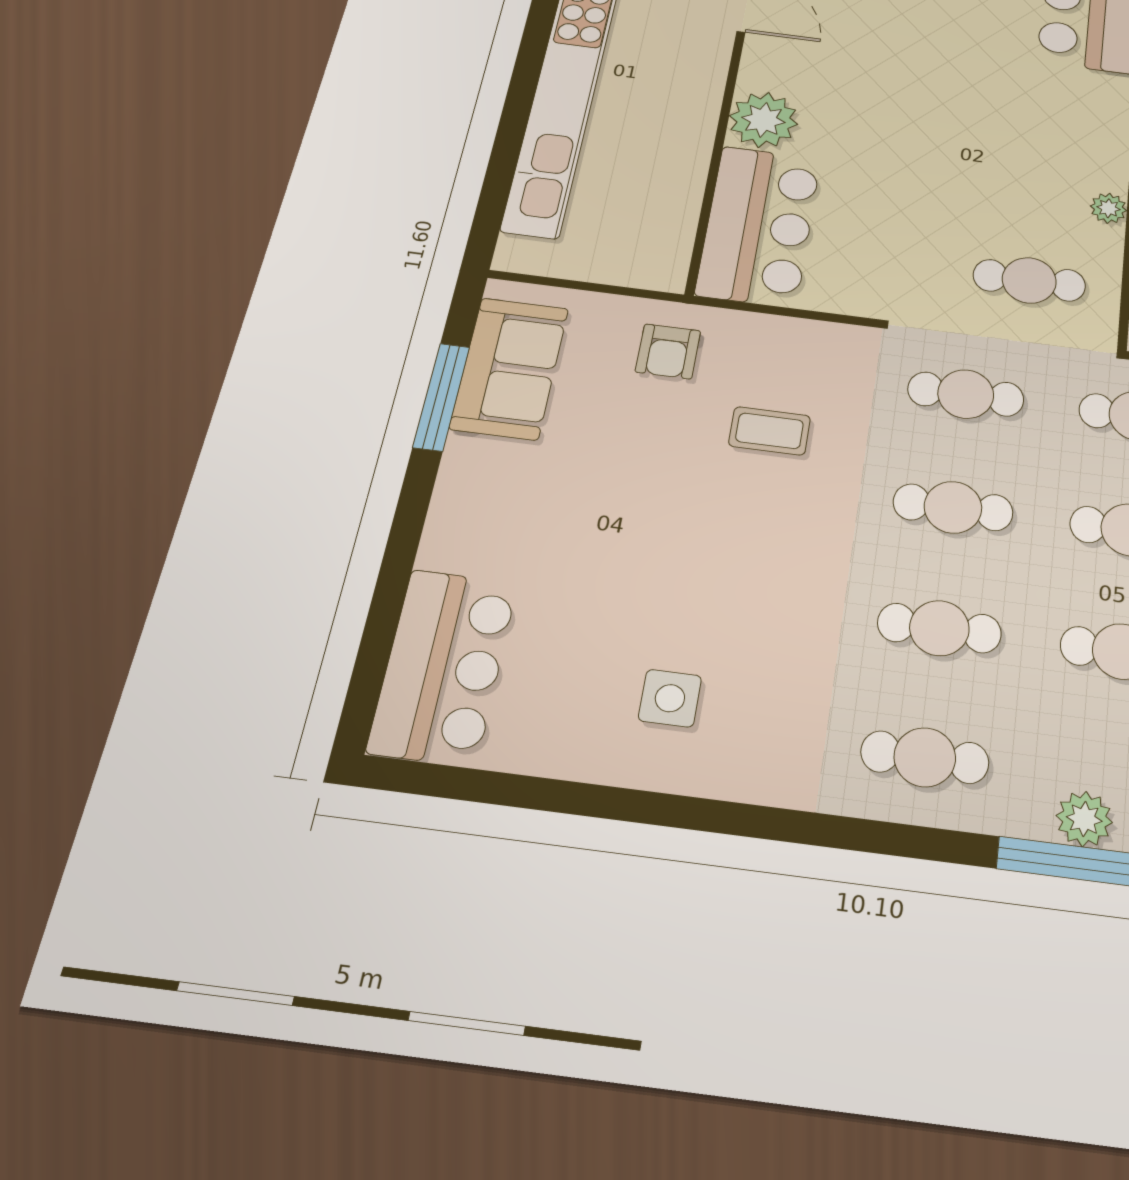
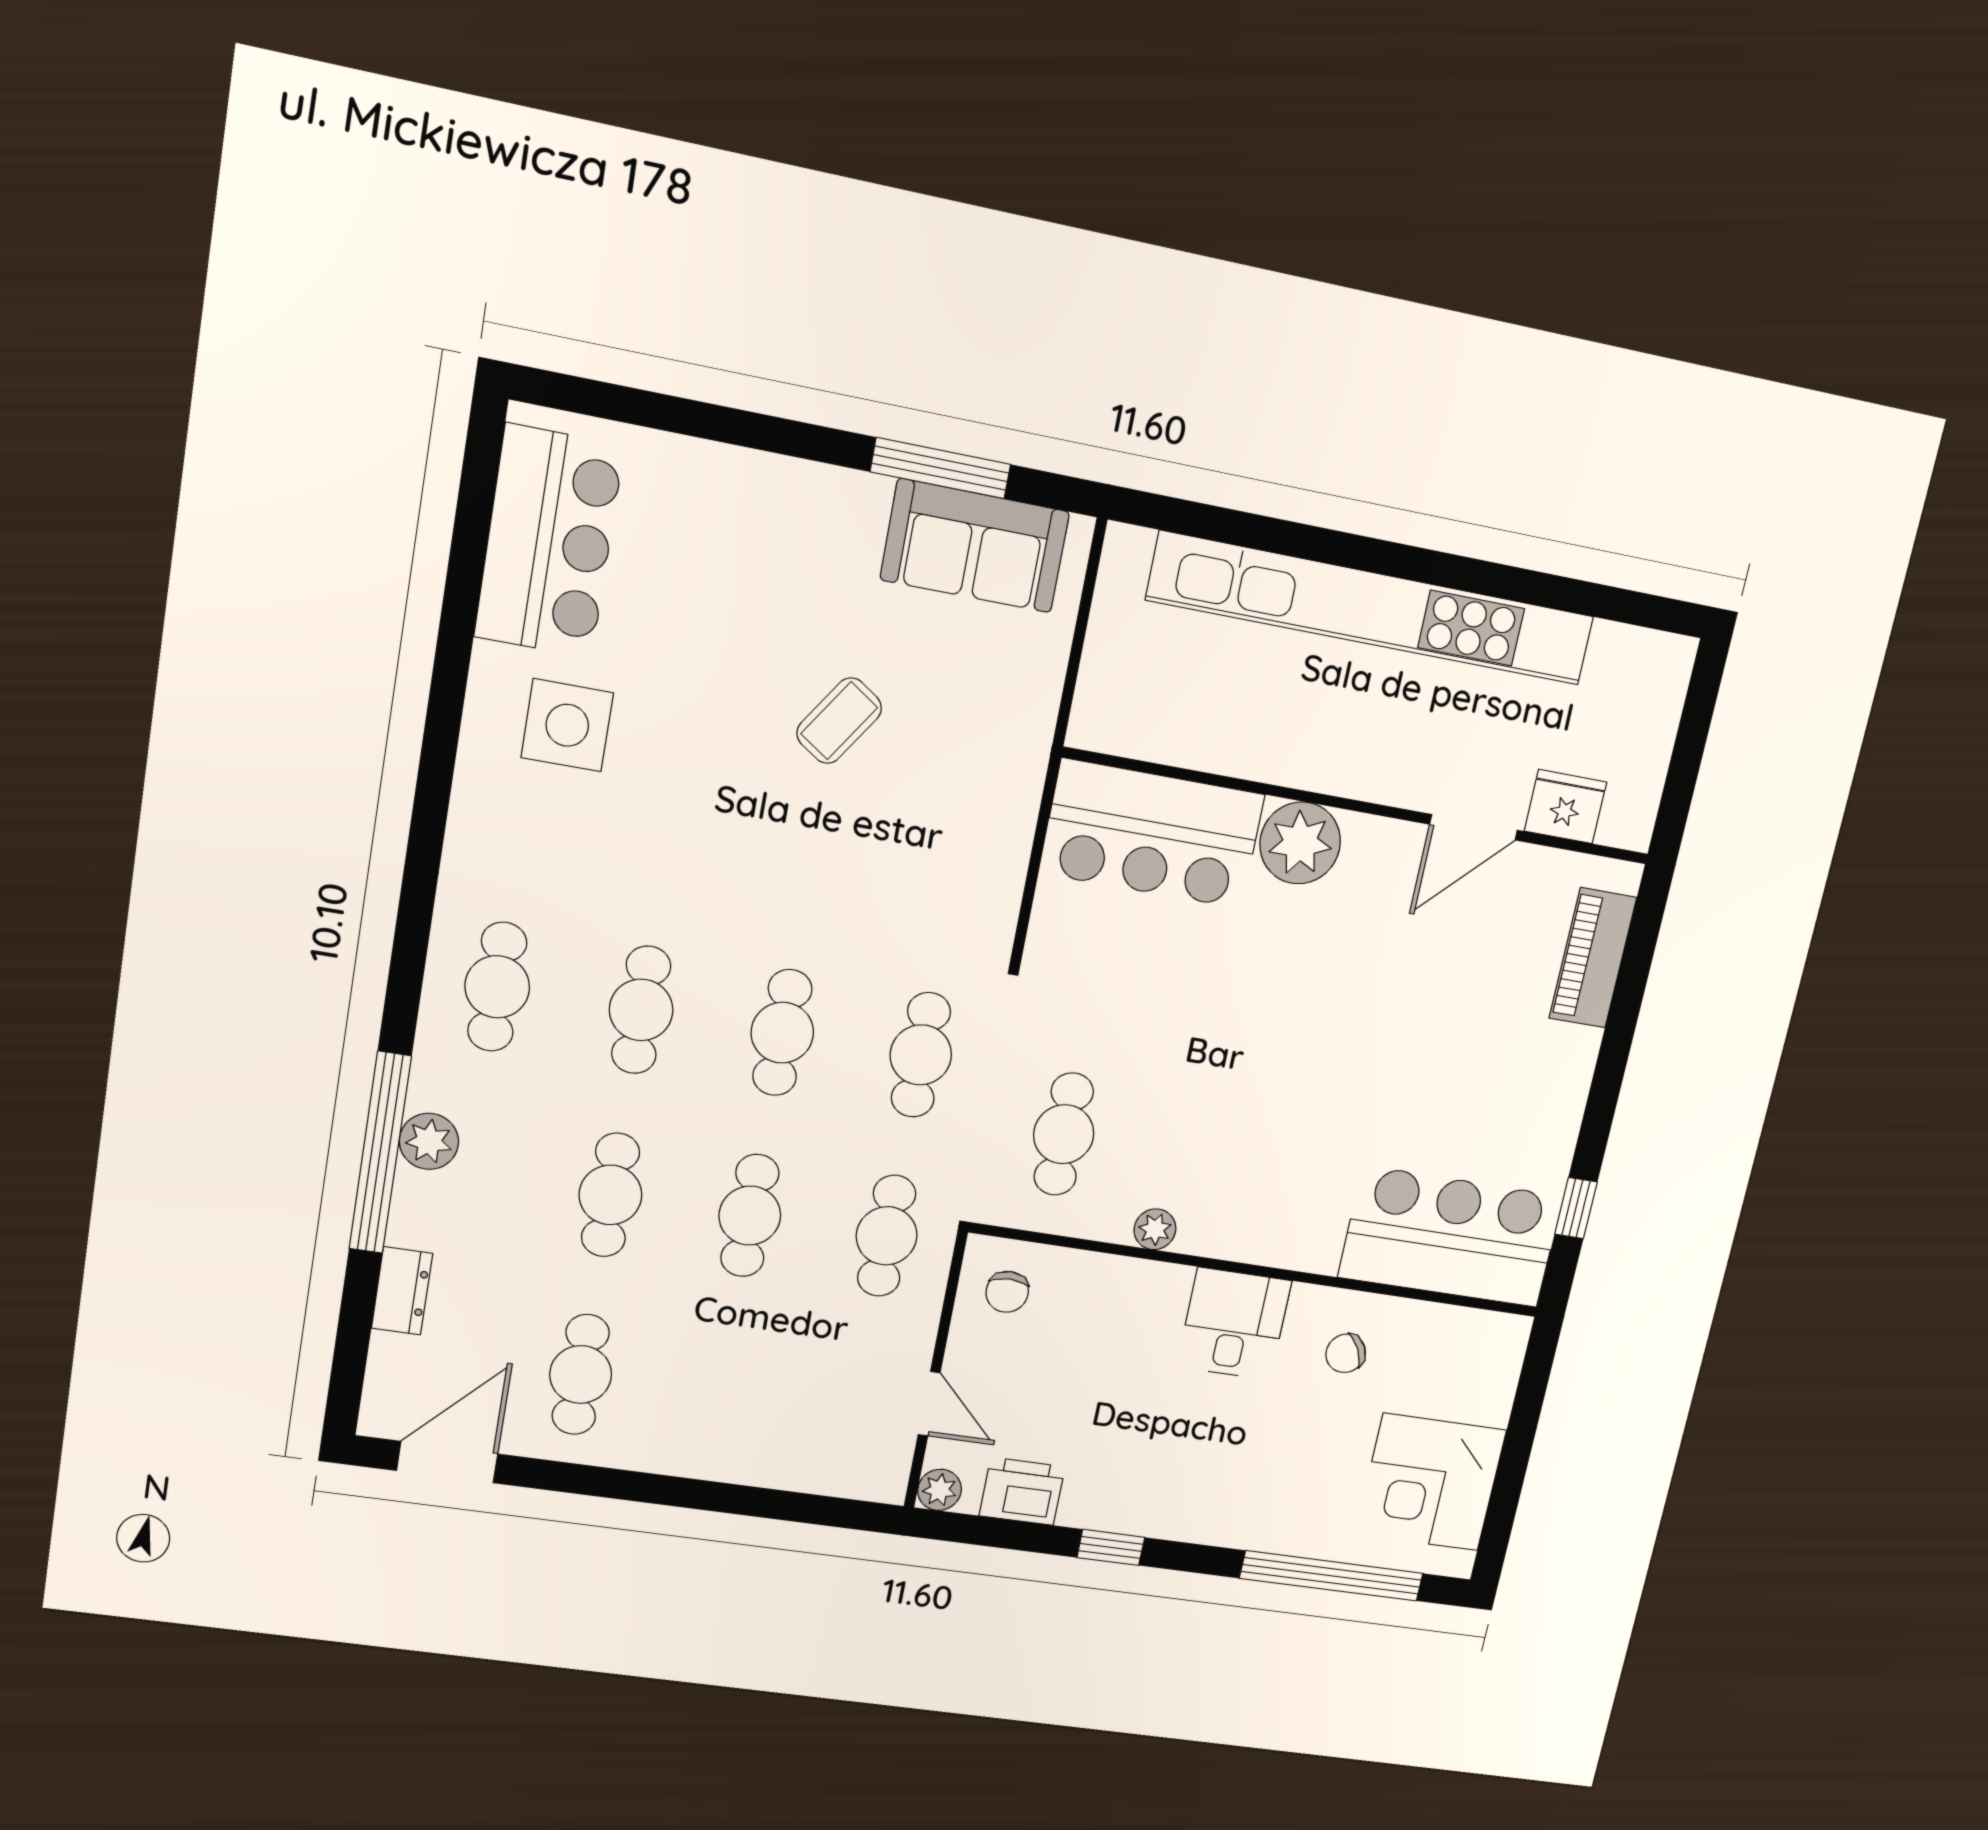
armchair: (668, 351) -> (989, 727), removed
coffee table: (770, 431) -> (839, 721), moved, turned 34
bar counter: (443, 666) -> (549, 542), moved, turned -90
side table: (670, 698) -> (567, 725), width x1.37, depth x1.37

